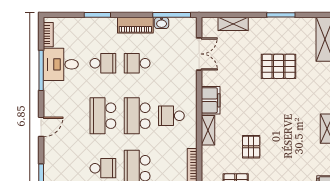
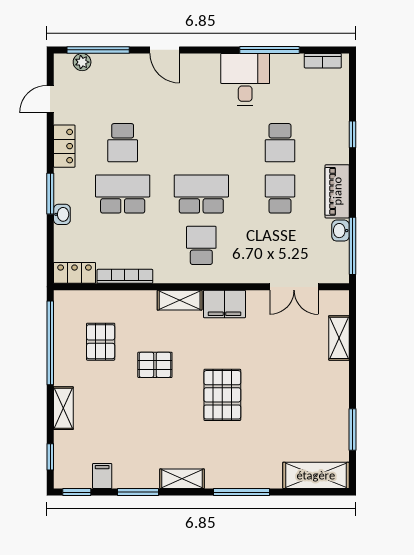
window: (97, 15) -> (352, 134), width x0.67
window: (281, 15) -> (352, 430), moved
desk: (61, 64) -> (245, 79), moved
pallet: (279, 66) -> (222, 395), moved
school desk: (103, 116) -> (201, 143), removed
door: (41, 127) -> (165, 50), moved

